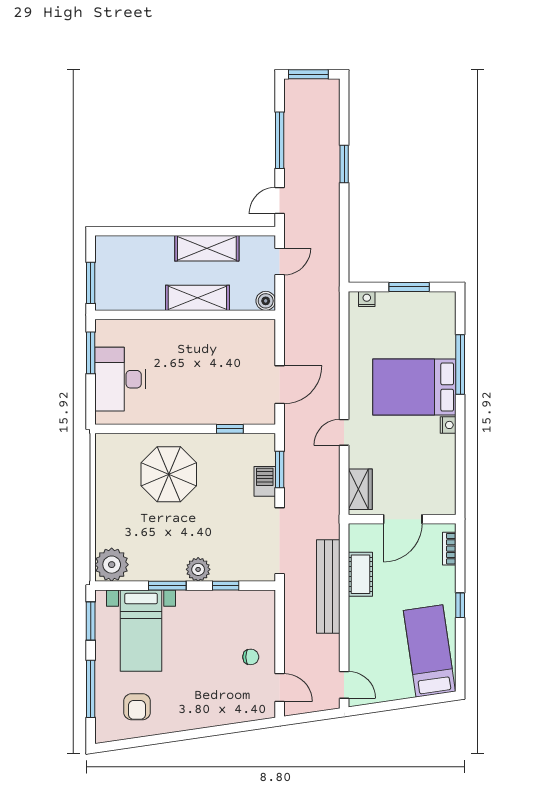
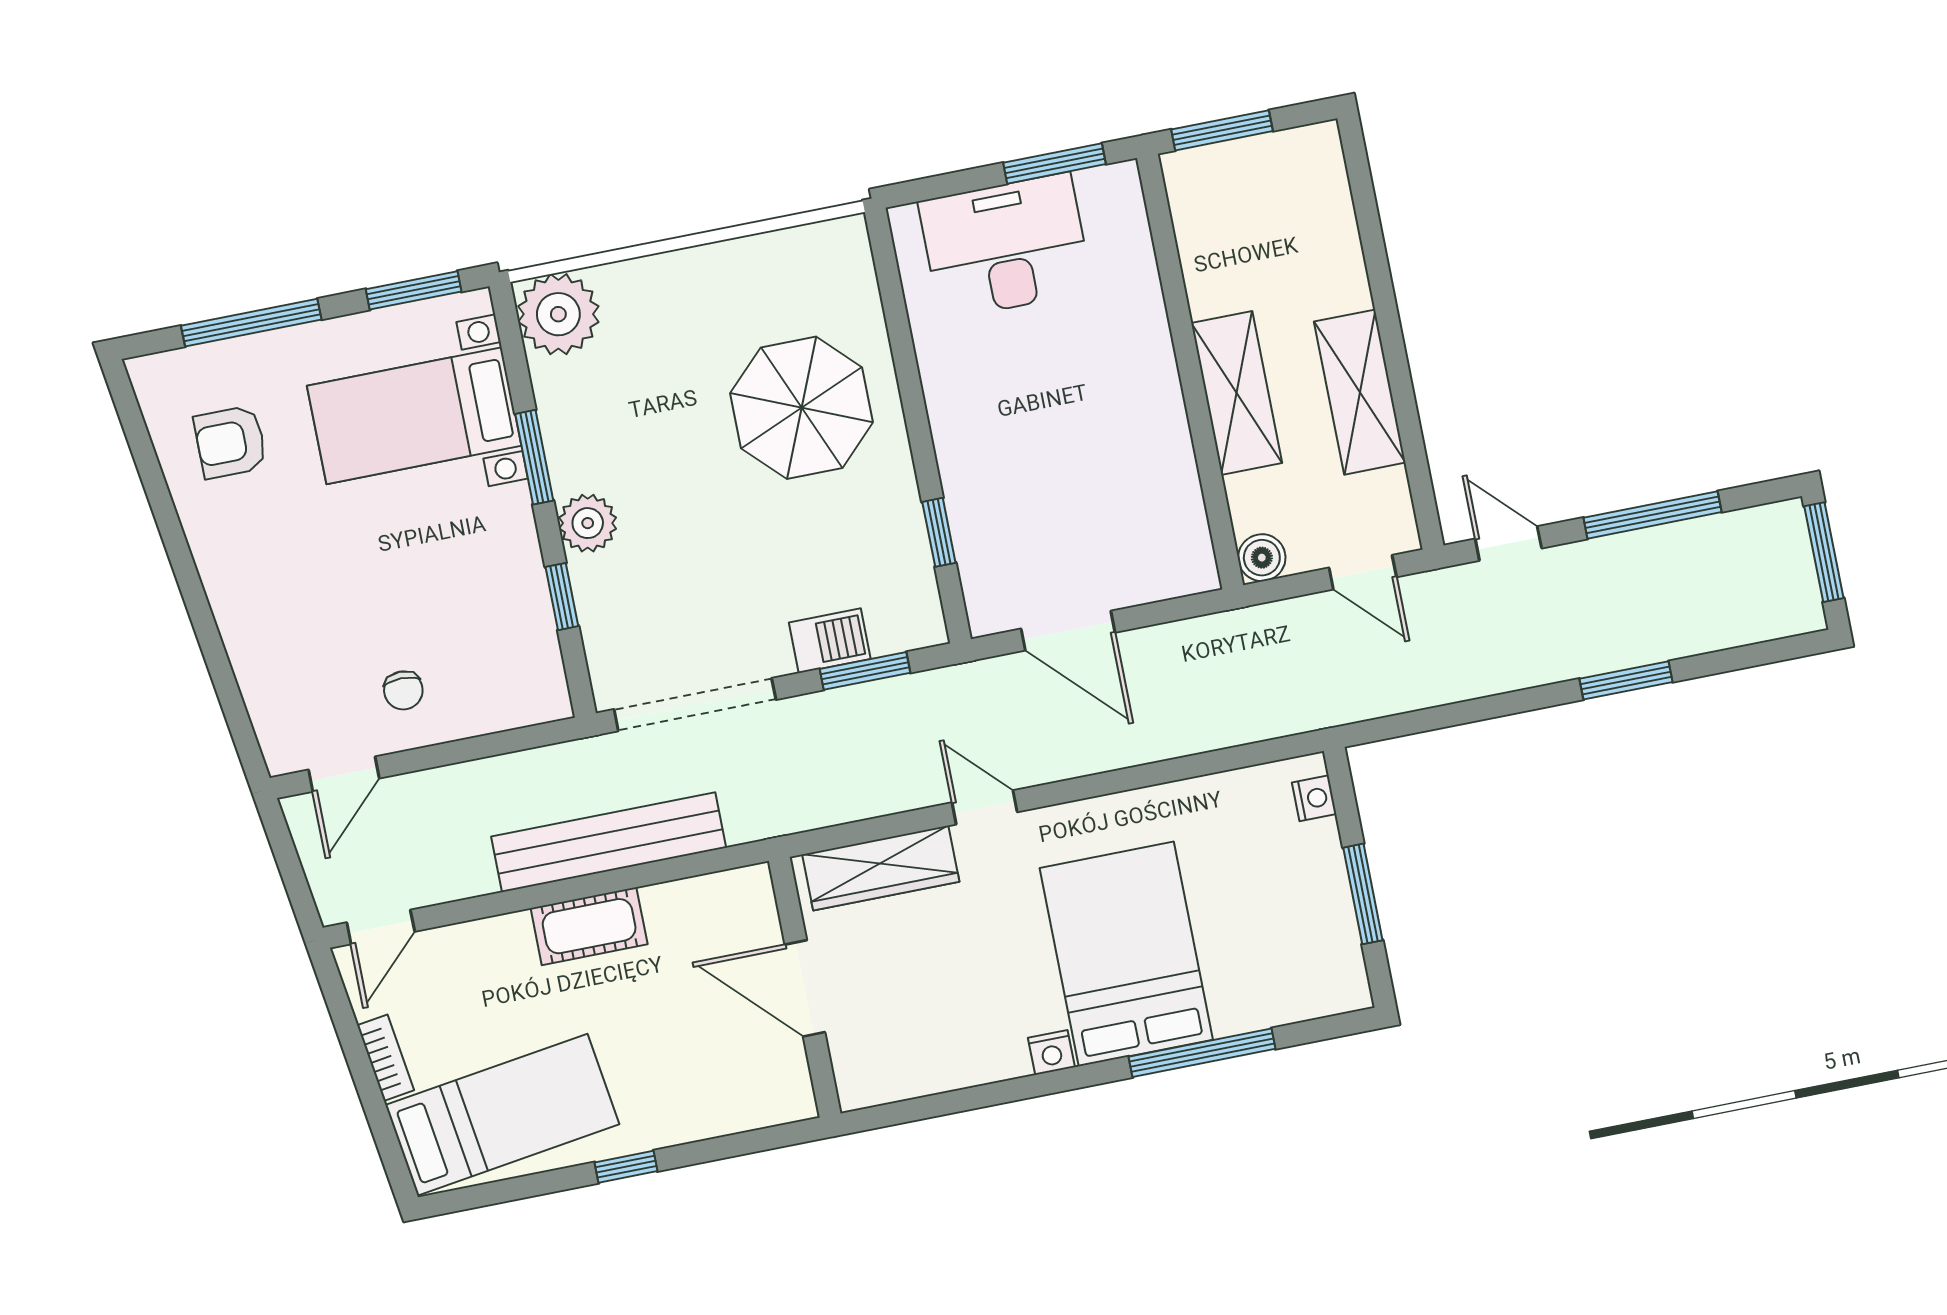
wardrobe: (360, 489) -> (881, 868), width x1.50
bookcase: (449, 549) -> (386, 1058), moved, turned 82
cot: (360, 574) -> (589, 926), moved

